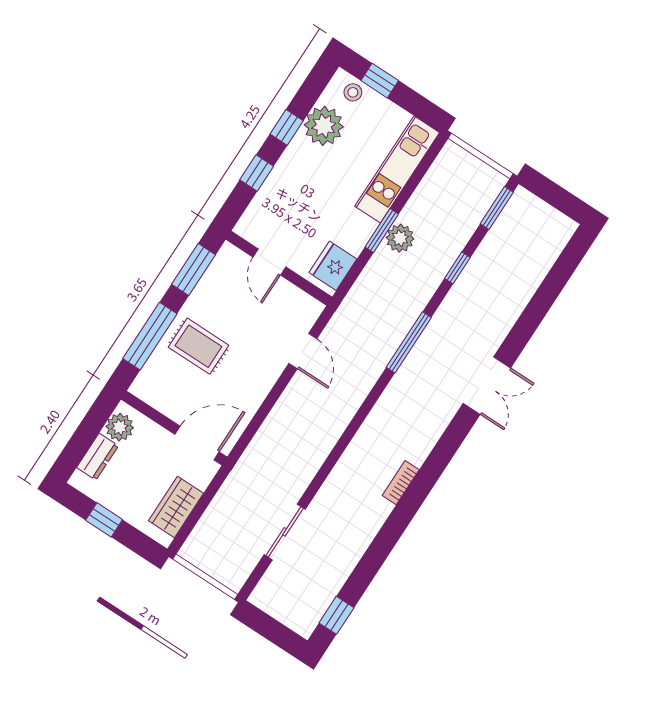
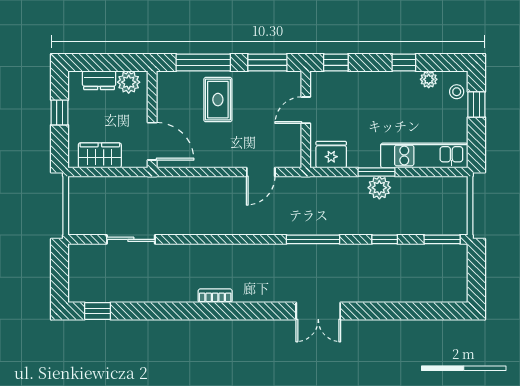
plant: (324, 126) -> (429, 79), width x0.53, depth x0.53
window: (257, 173) -> (336, 62), moved

